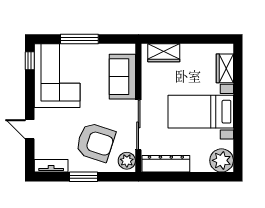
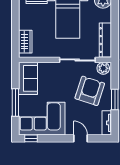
sofa: (122, 77) -> (28, 78), moved, turned -90
door: (30, 129) -> (80, 138), swing flipped

